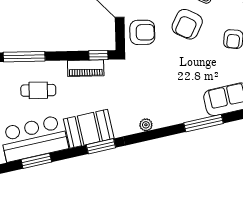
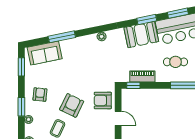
window: (101, 146) -> (147, 20), moved

